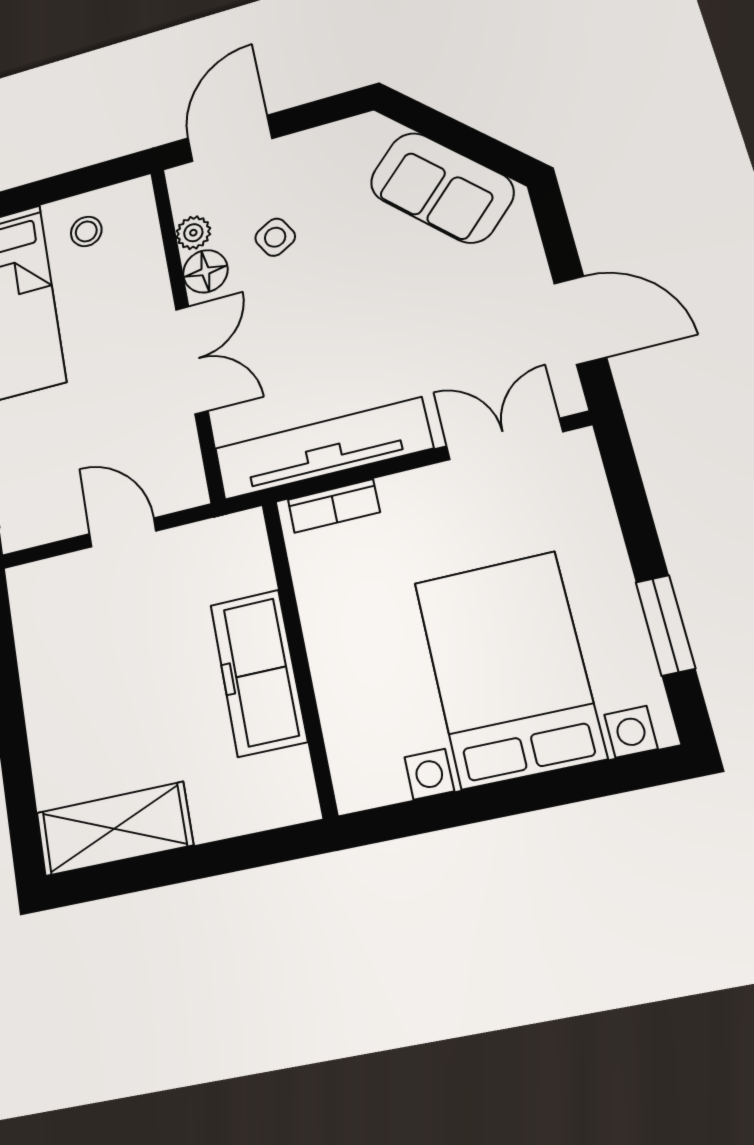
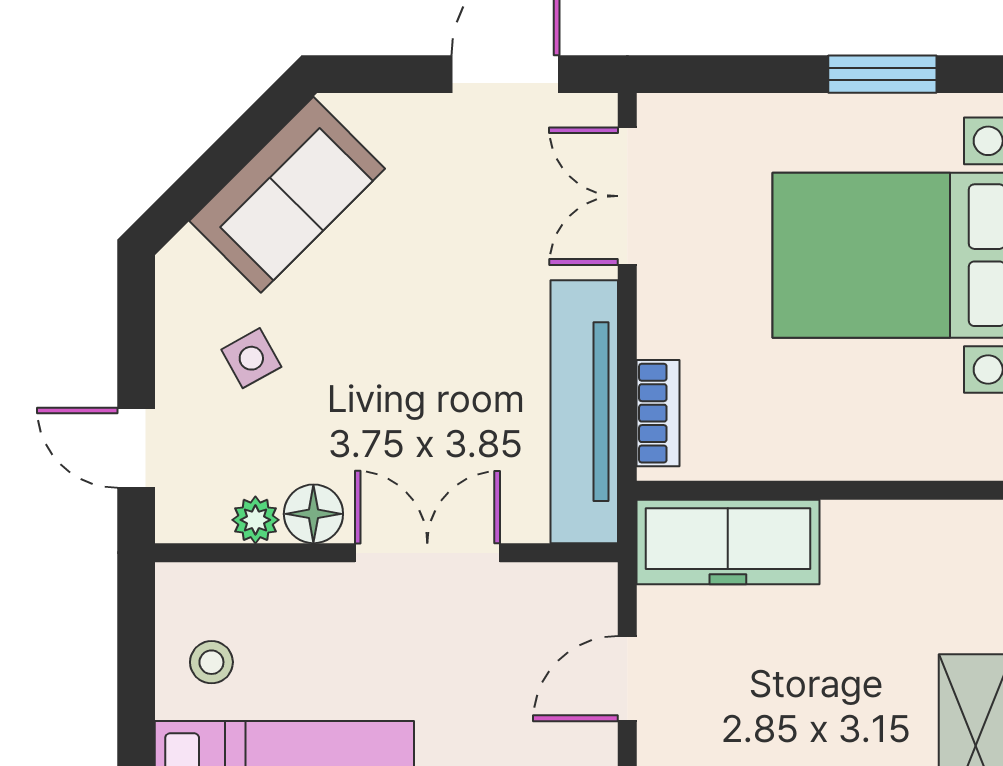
door: (230, 138) -> (136, 448), width x0.73
side table: (275, 237) -> (251, 358), moved
freezer: (258, 672) -> (728, 542), moved

